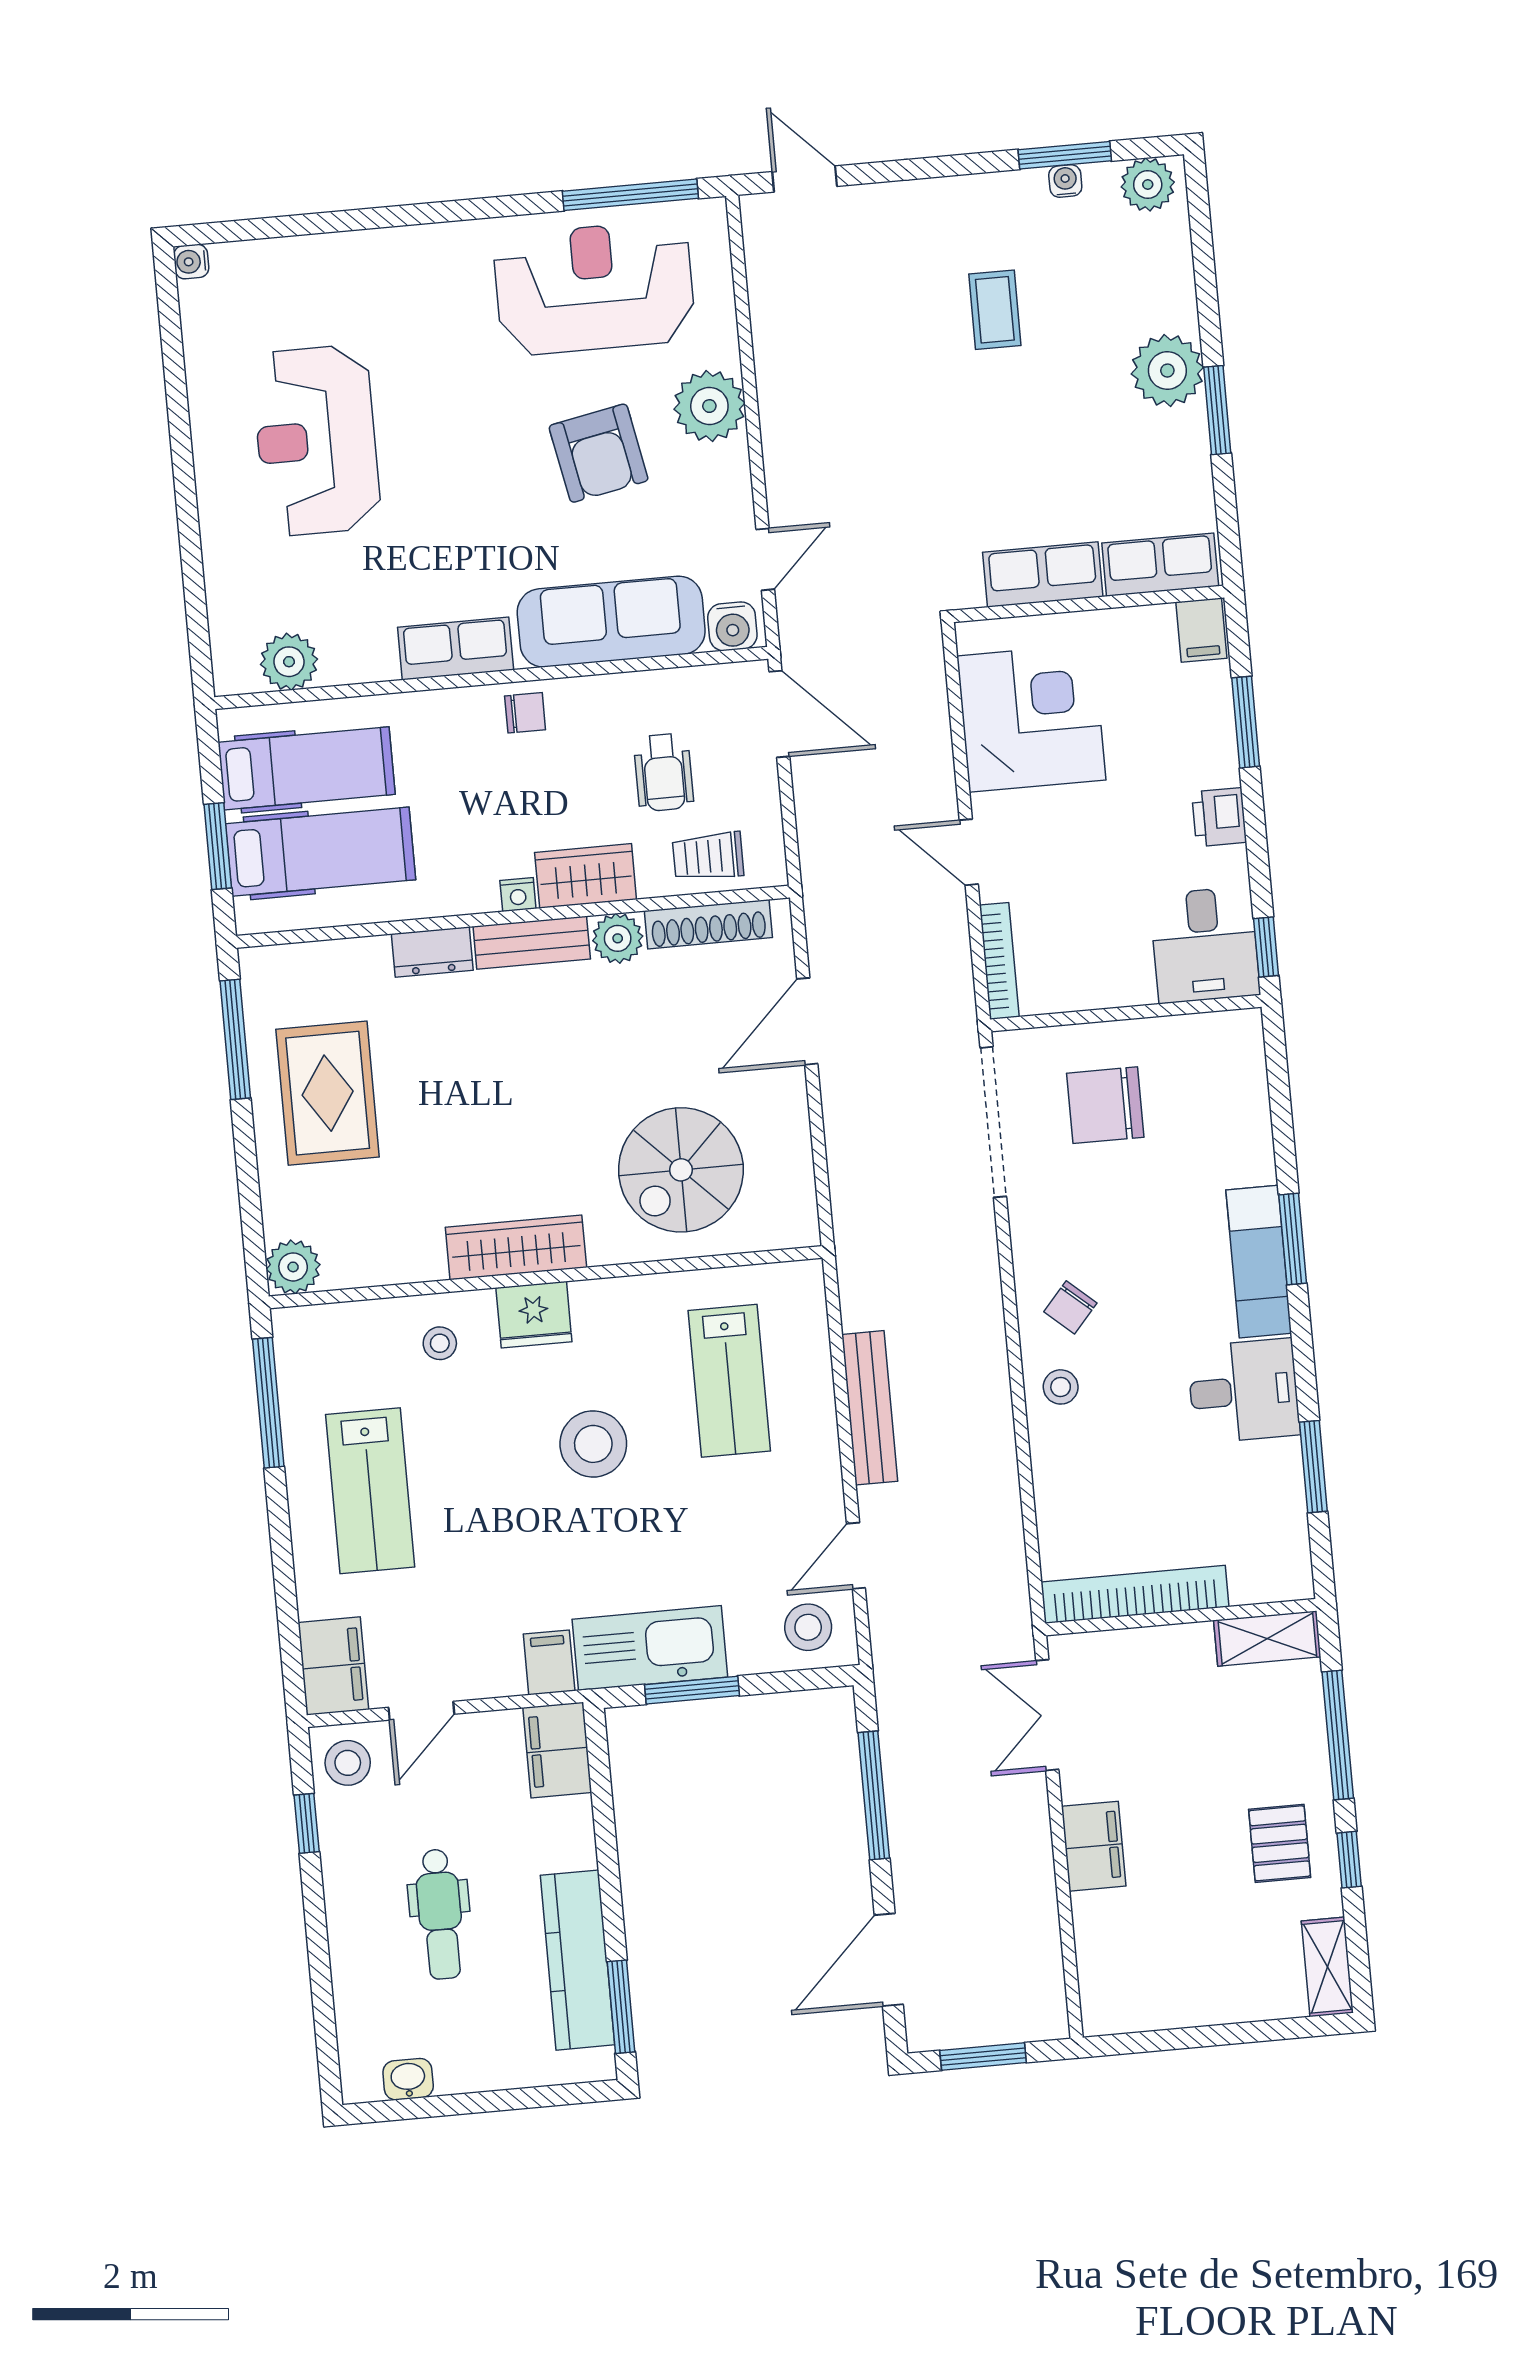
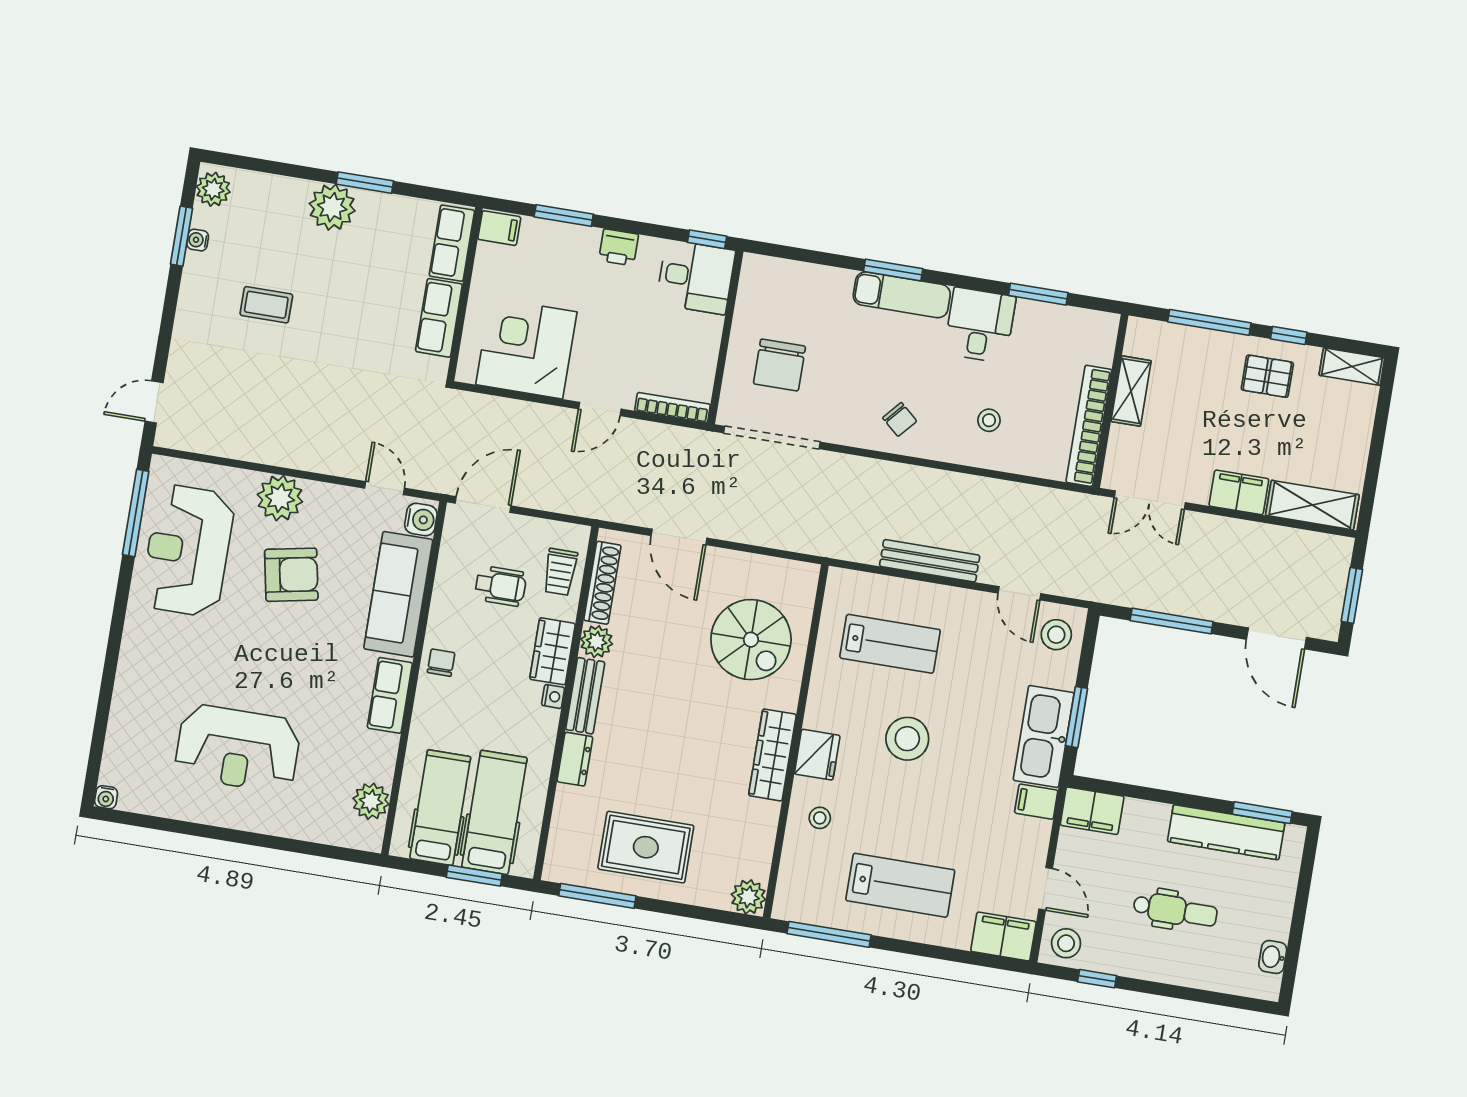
stool: (1061, 1387) -> (989, 420), moved
shelving: (1267, 1639) -> (1131, 391), moved
shelving: (1103, 1962) -> (1312, 505), added

